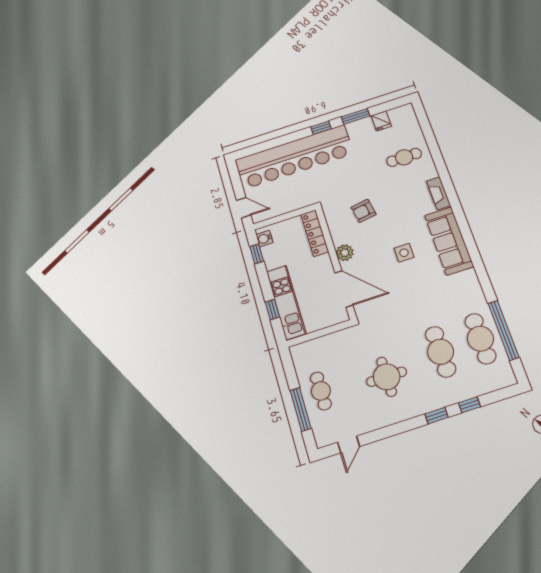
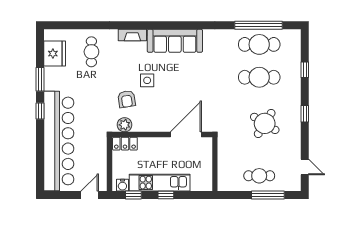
fridge: (381, 121) -> (55, 54), width x1.88, depth x1.34
locker: (315, 233) -> (125, 144), width x0.66
plant: (345, 253) -> (125, 125), moved
side table: (404, 253) -> (147, 80), moved
kitchen unit: (286, 302) -> (160, 183), moved
window: (272, 310) -> (166, 195), moved
round table: (387, 377) -> (265, 123), turned 32
window: (437, 416) -> (305, 114), moved

